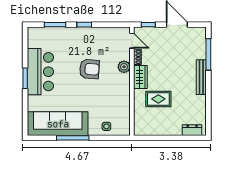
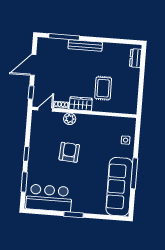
bar counter: (40, 72) -> (49, 198), moved

